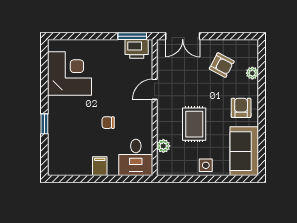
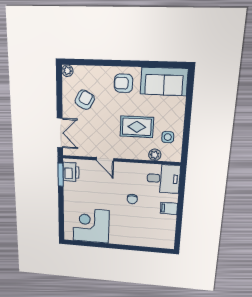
plant: (252, 73) -> (67, 71), moved
window: (44, 124) -> (131, 248), removed
side table: (206, 165) -> (168, 137), moved

